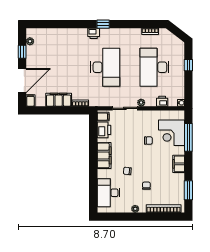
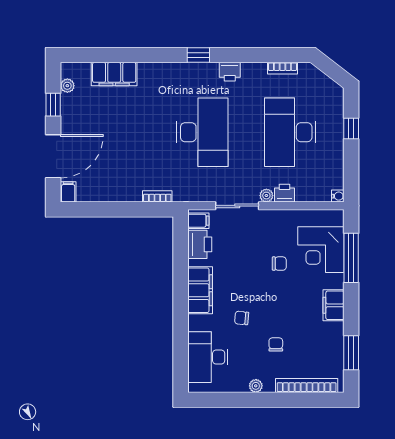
printer: (94, 33) -> (230, 72), moved
filing cabinet: (59, 100) -> (114, 74), moved, turned 180
printer: (162, 101) -> (285, 193), moved

